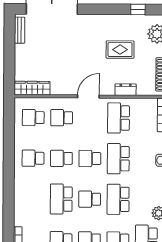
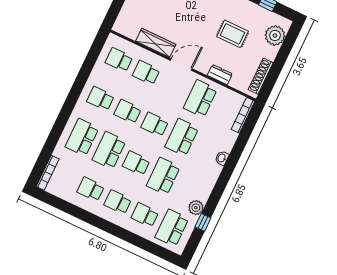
wardrobe: (32, 88) -> (156, 43), moved
school desk: (33, 199) -> (82, 137), added

